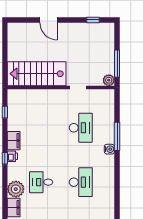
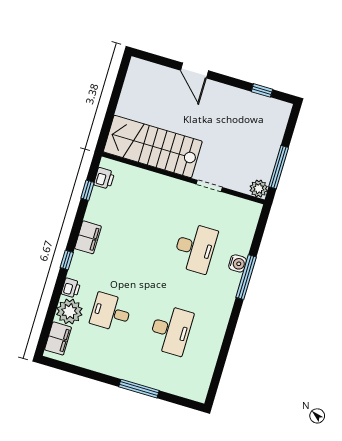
printer: (13, 102) -> (104, 178), added
water cooler: (109, 149) -> (238, 263), moved
printer: (12, 156) -> (71, 288), moved

